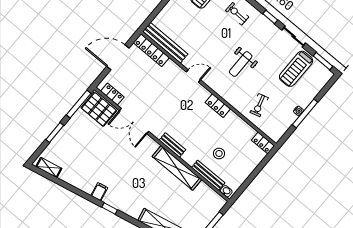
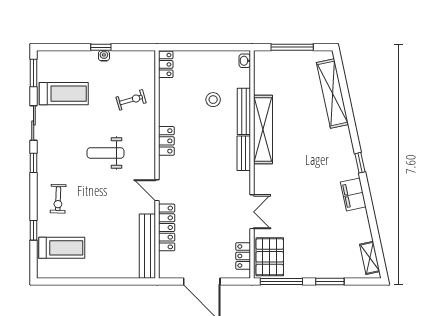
locker: (151, 50) -> (167, 227), moved
weight bench: (241, 64) -> (105, 153), turned 180
window: (305, 113) -> (101, 47), width x0.46
double door: (134, 121) -> (252, 212), width x0.73
bench: (208, 175) -> (244, 111), moved
filing cabinet: (99, 192) -> (353, 194), width x2.00

